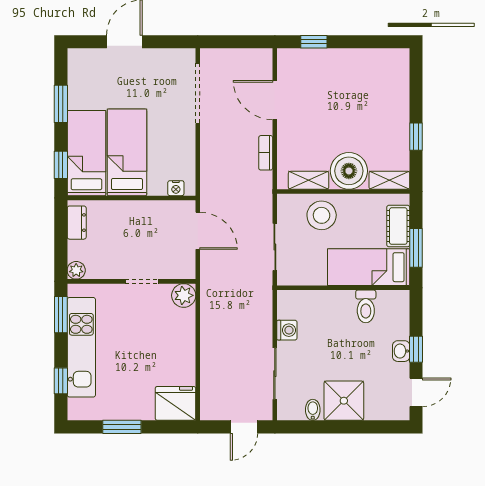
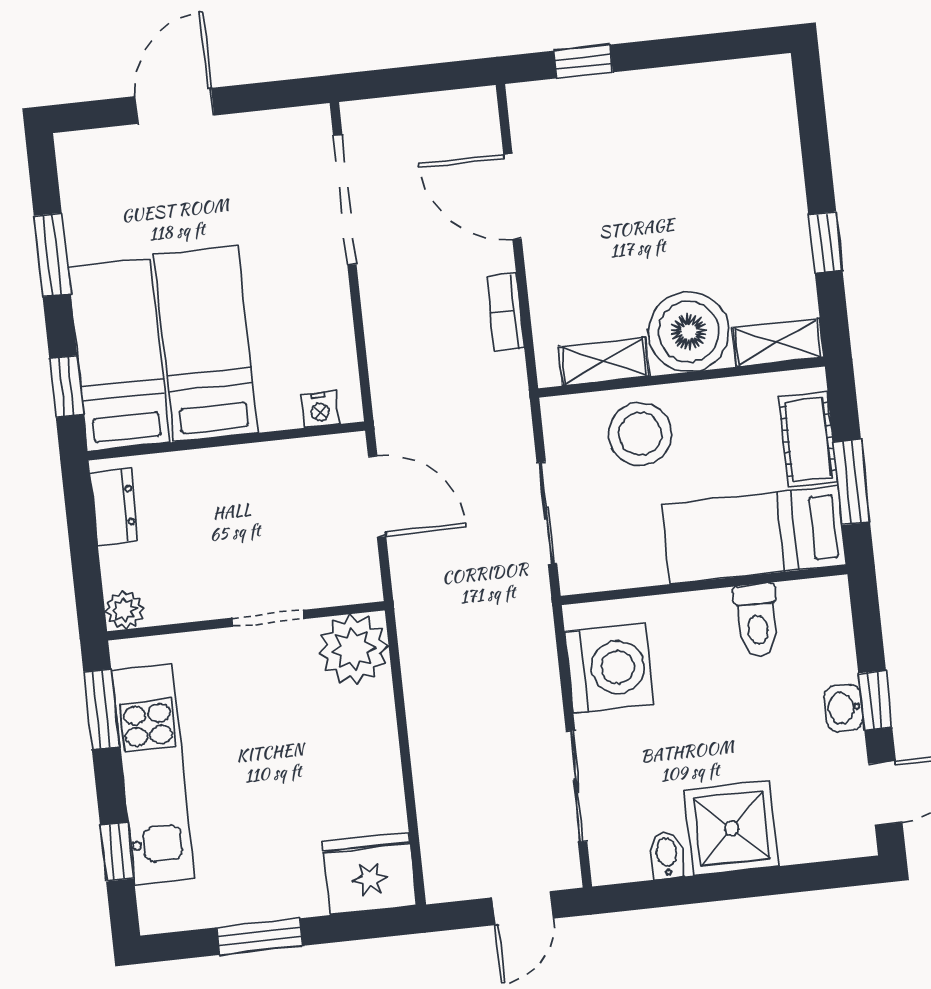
plant: (184, 295) -> (353, 649), width x1.36, depth x1.36
washing machine: (287, 330) -> (610, 668), width x1.89, depth x1.89

